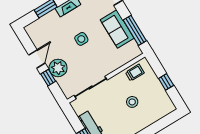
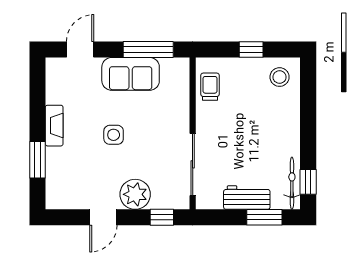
door: (37, 59) -> (103, 217), swing flipped
window: (48, 78) -> (162, 217), moved
stool: (132, 102) -> (280, 77), moved

